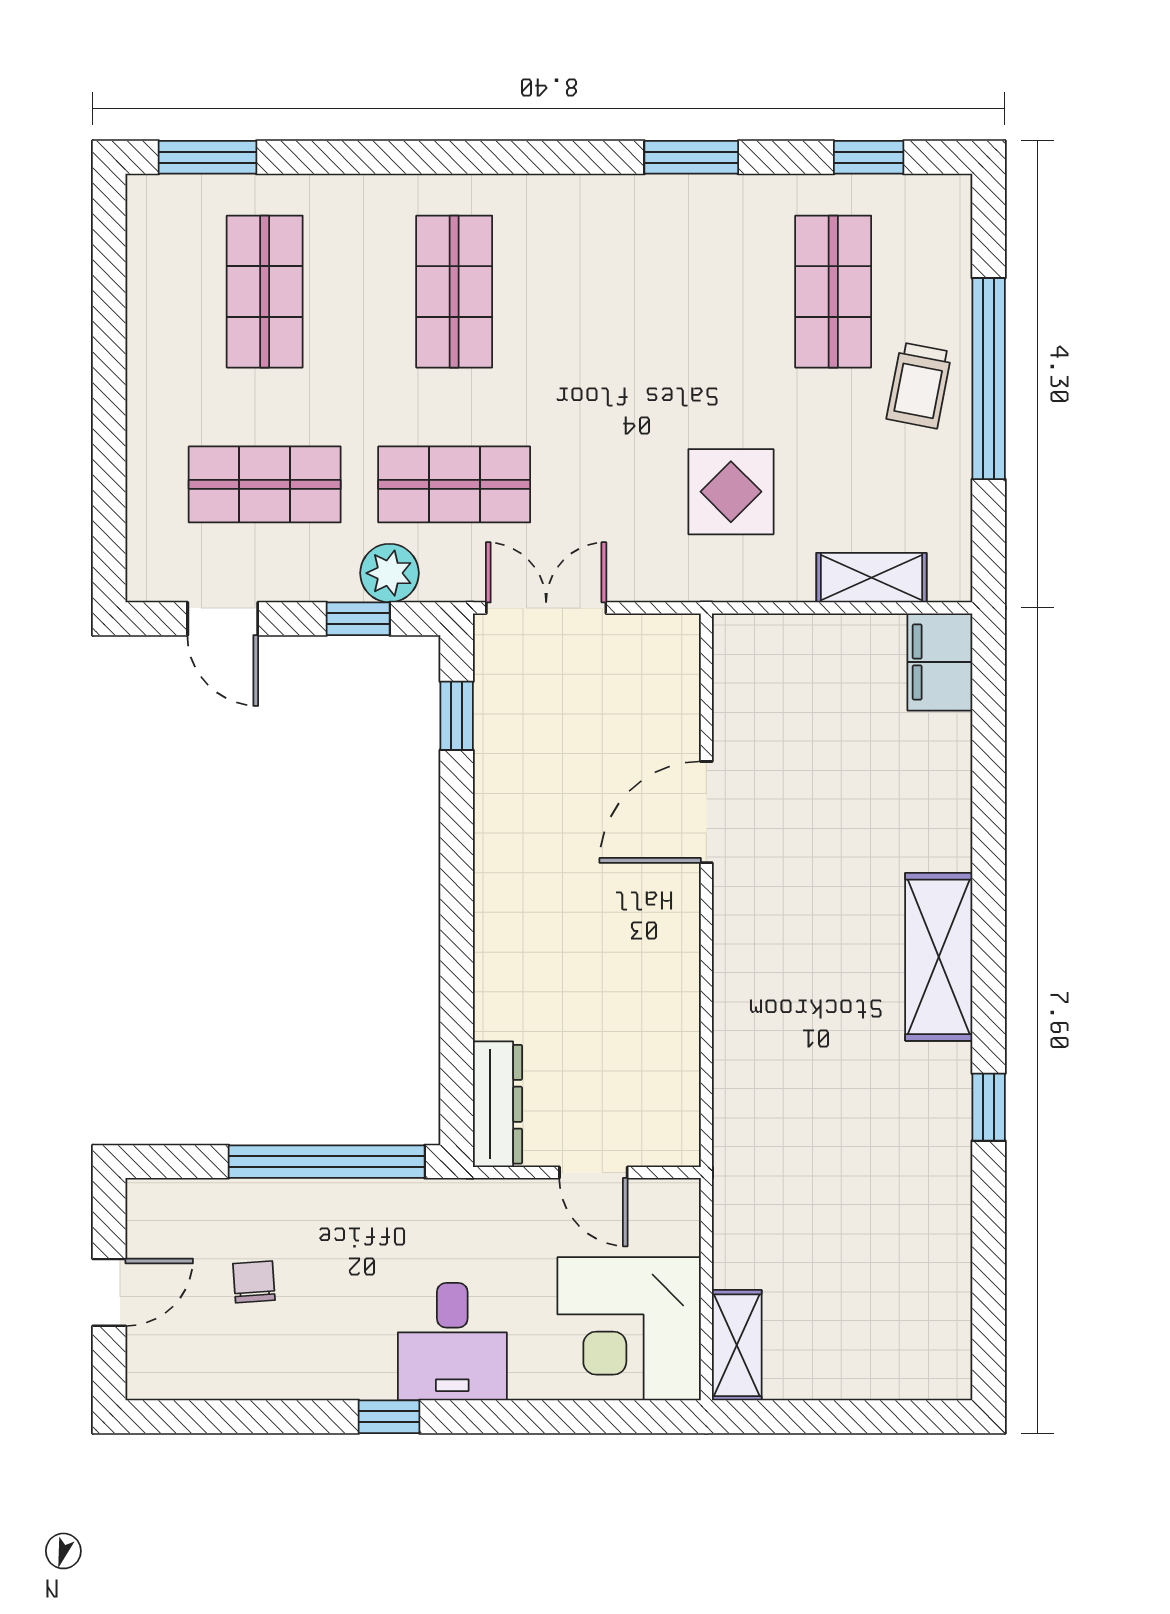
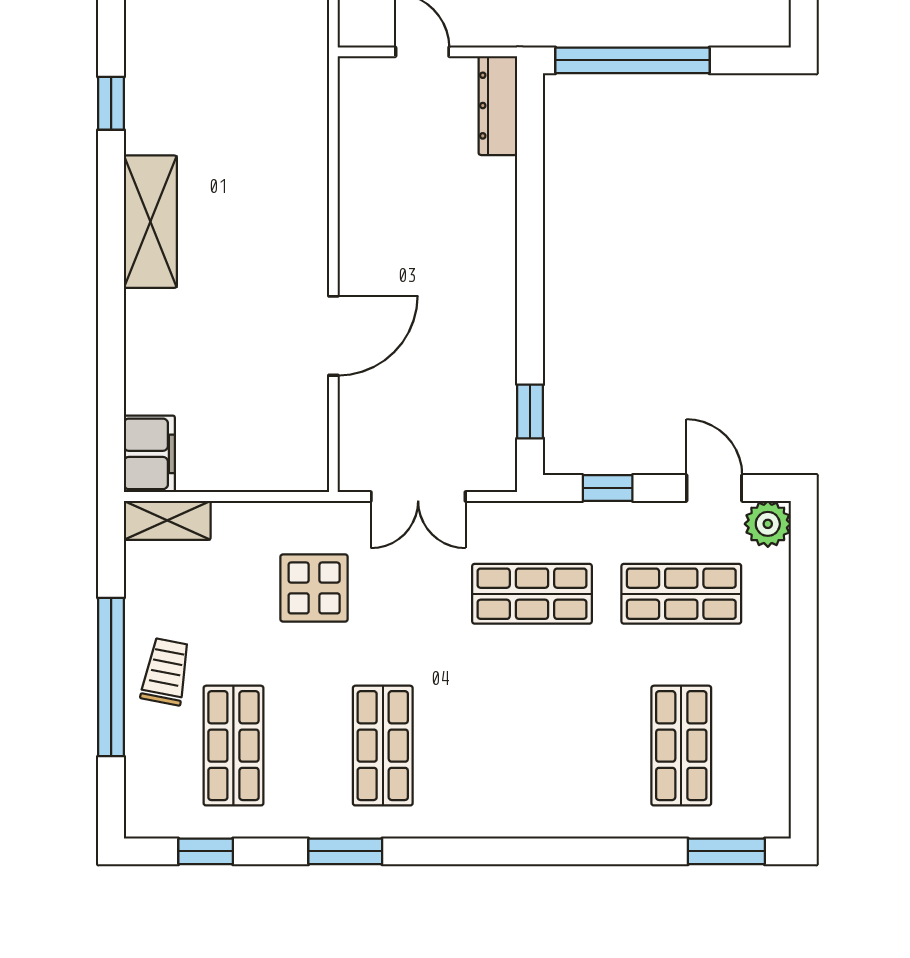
shop shelf: (454, 292) -> (383, 746), moved
plant: (389, 573) -> (768, 524), moved
shelving: (871, 578) -> (167, 520), moved
double door: (546, 608) -> (418, 497), moved

